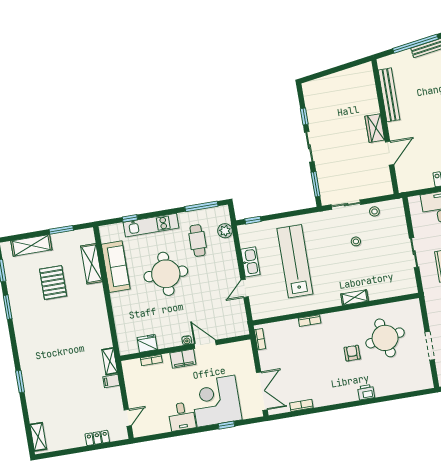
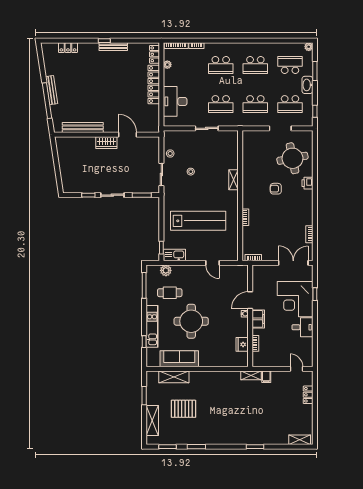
lab bench: (295, 261) -> (198, 221), turned 180
kitchen sink: (250, 262) -> (174, 255), moved
round table: (385, 338) -> (292, 158), moved

